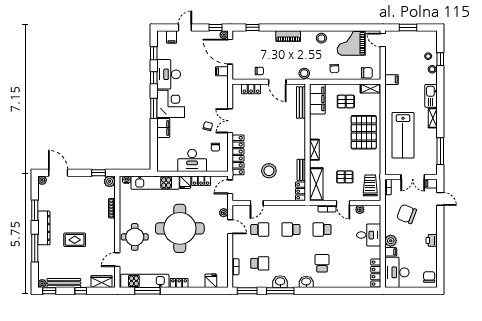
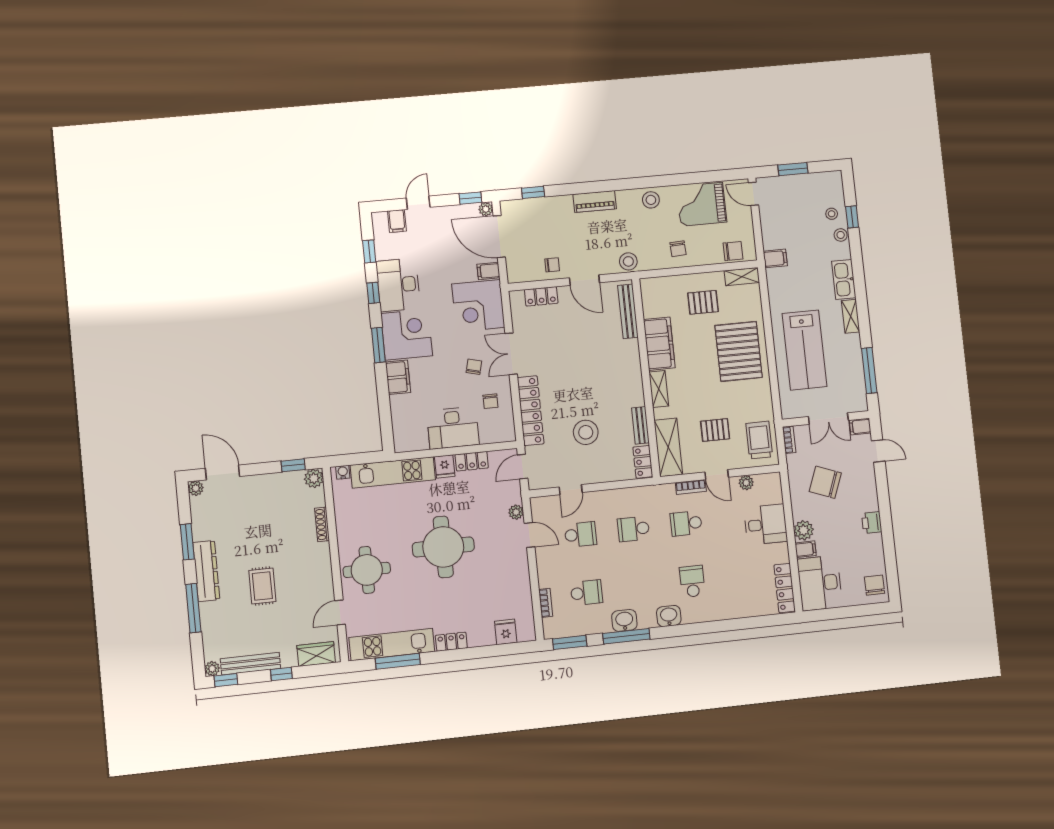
corner desk: (214, 91) -> (478, 306), added
filing cabinet: (317, 99) -> (659, 344), moved
round table: (180, 228) -> (443, 547), width x0.73, depth x0.73
rug: (75, 240) -> (262, 586), turned 90

